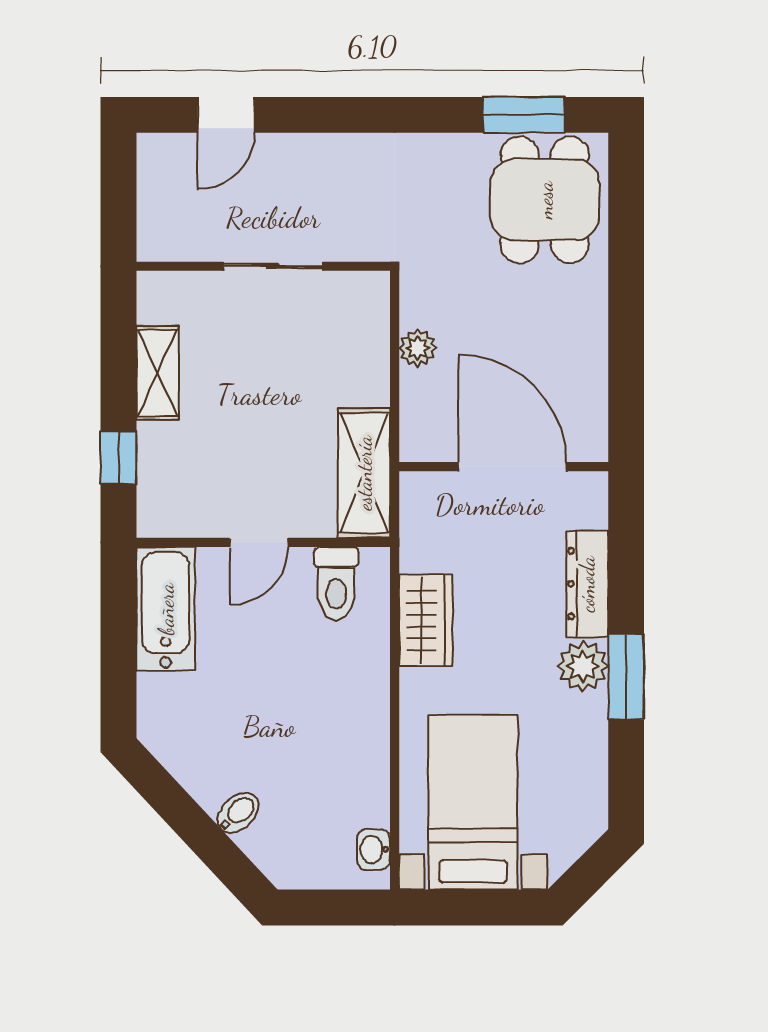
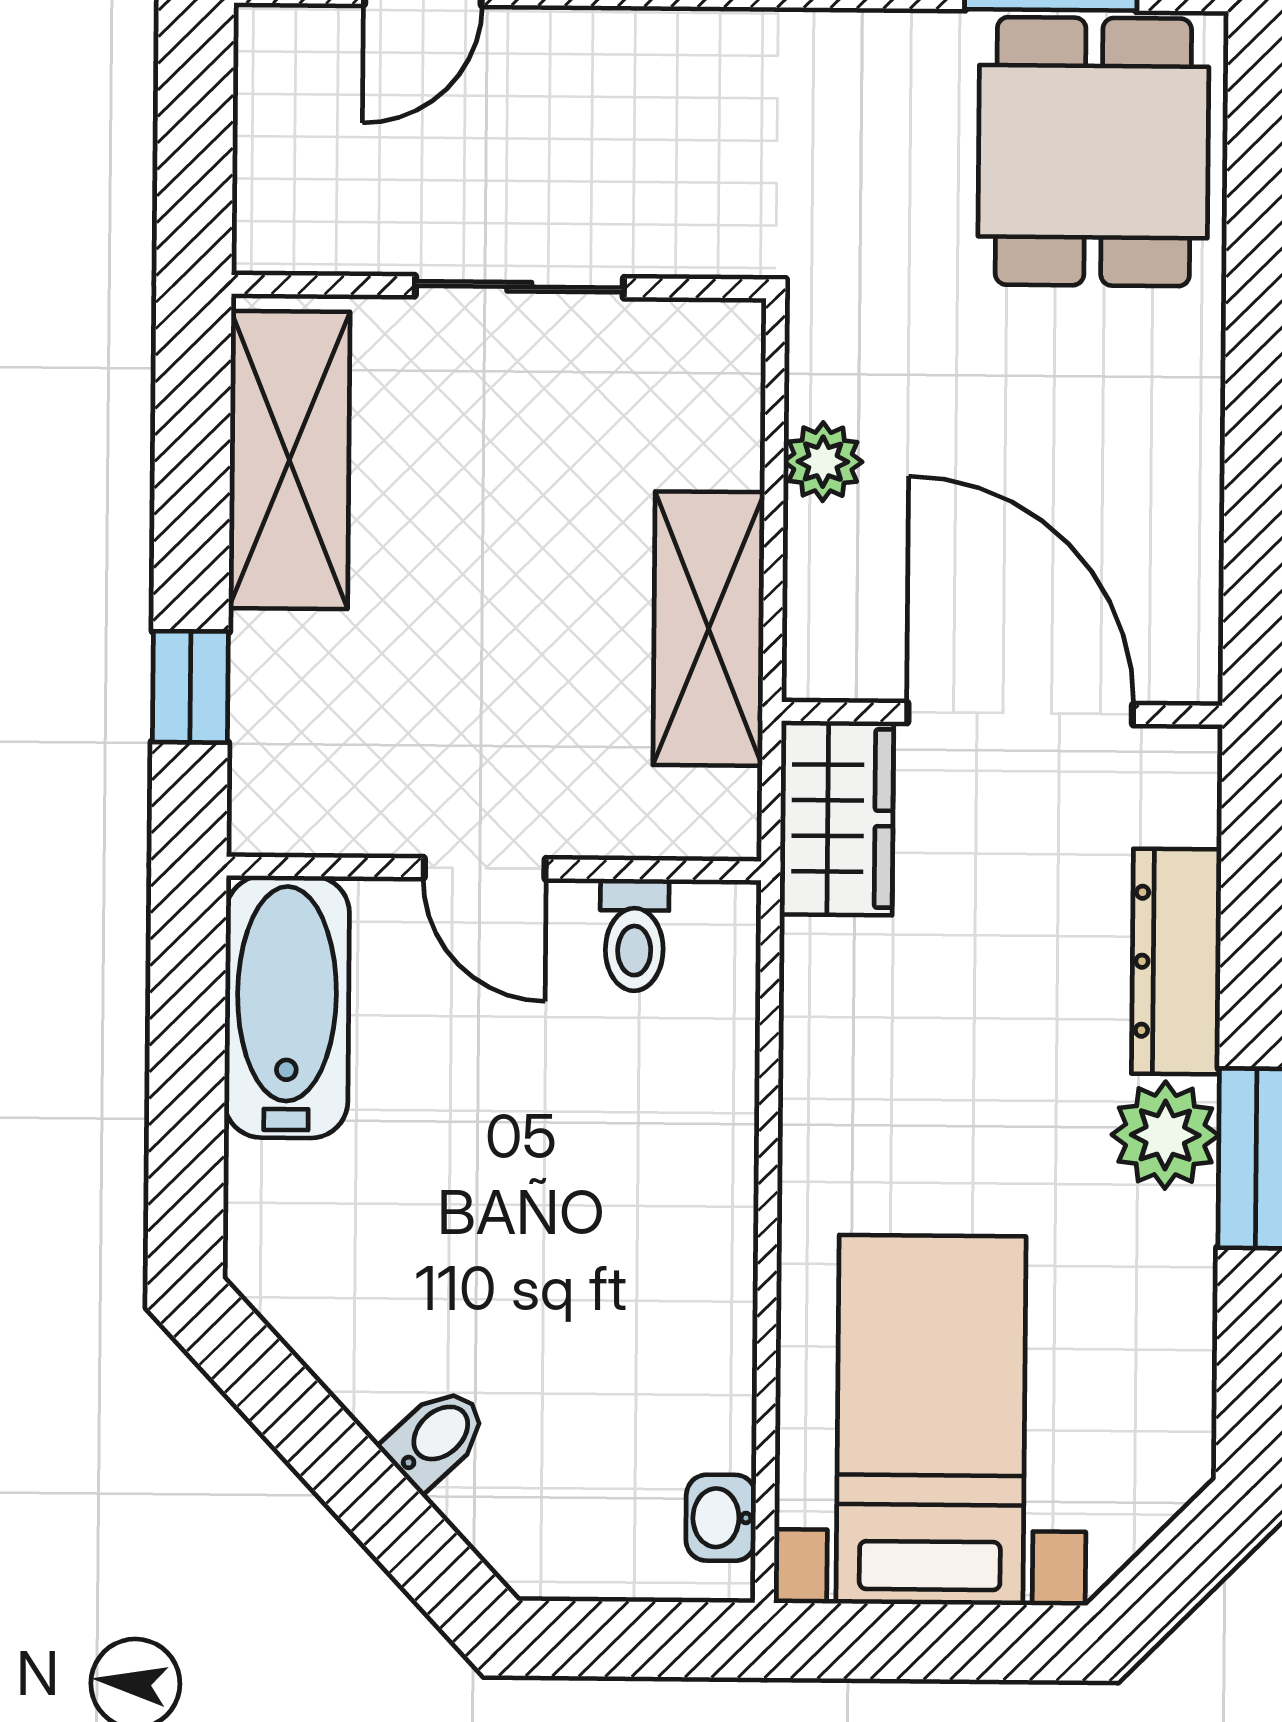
shelving: (157, 373) -> (289, 460), width x1.50, depth x1.33
shelving: (364, 473) -> (709, 629), moved
door: (259, 542) -> (485, 868), hinge flipped
toilet: (336, 584) -> (634, 935), width x0.73, depth x0.72
wardrobe: (426, 620) -> (837, 818), moved

